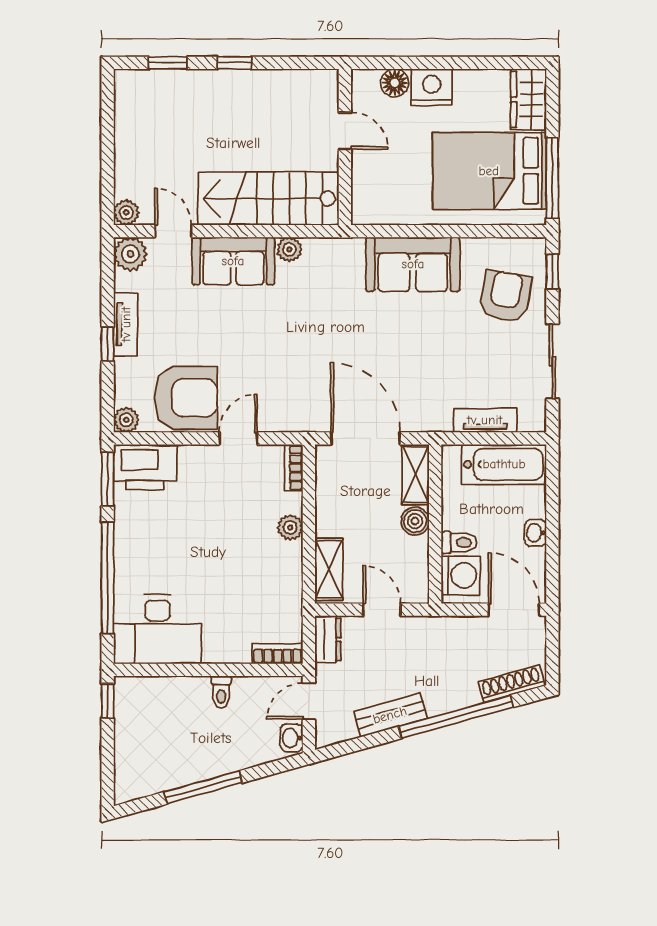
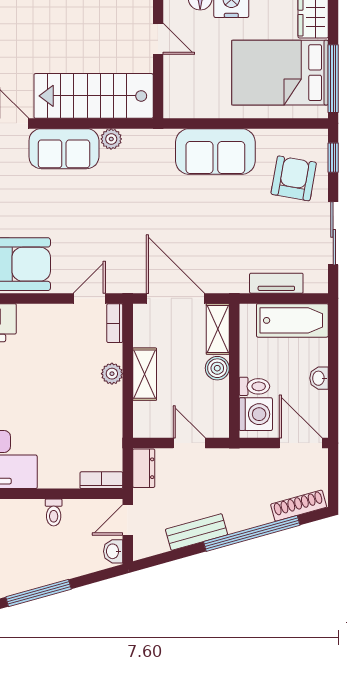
door: (238, 438) -> (89, 298), moved
shelving: (329, 569) -> (145, 374), moved

